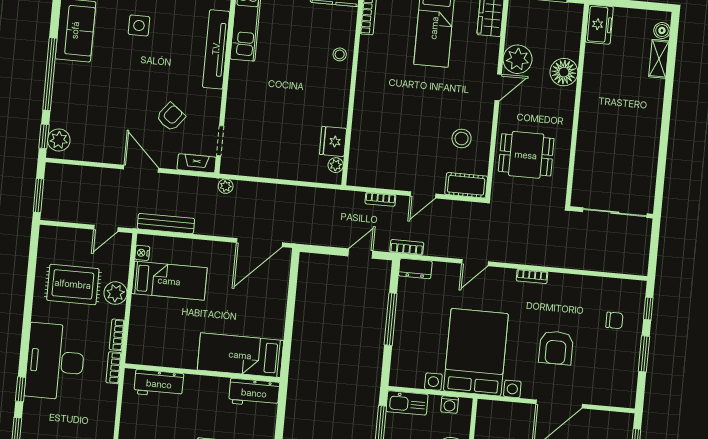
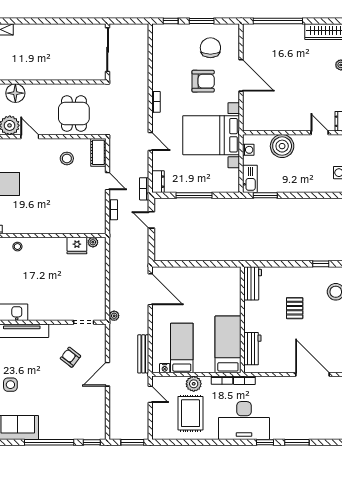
plant: (59, 140) -> (93, 432), removed
fireplace: (197, 163) -> (100, 337), removed
chair: (614, 320) -> (210, 48), moved, width x1.87, depth x1.87
bed: (240, 355) -> (228, 344), moved, turned 180

